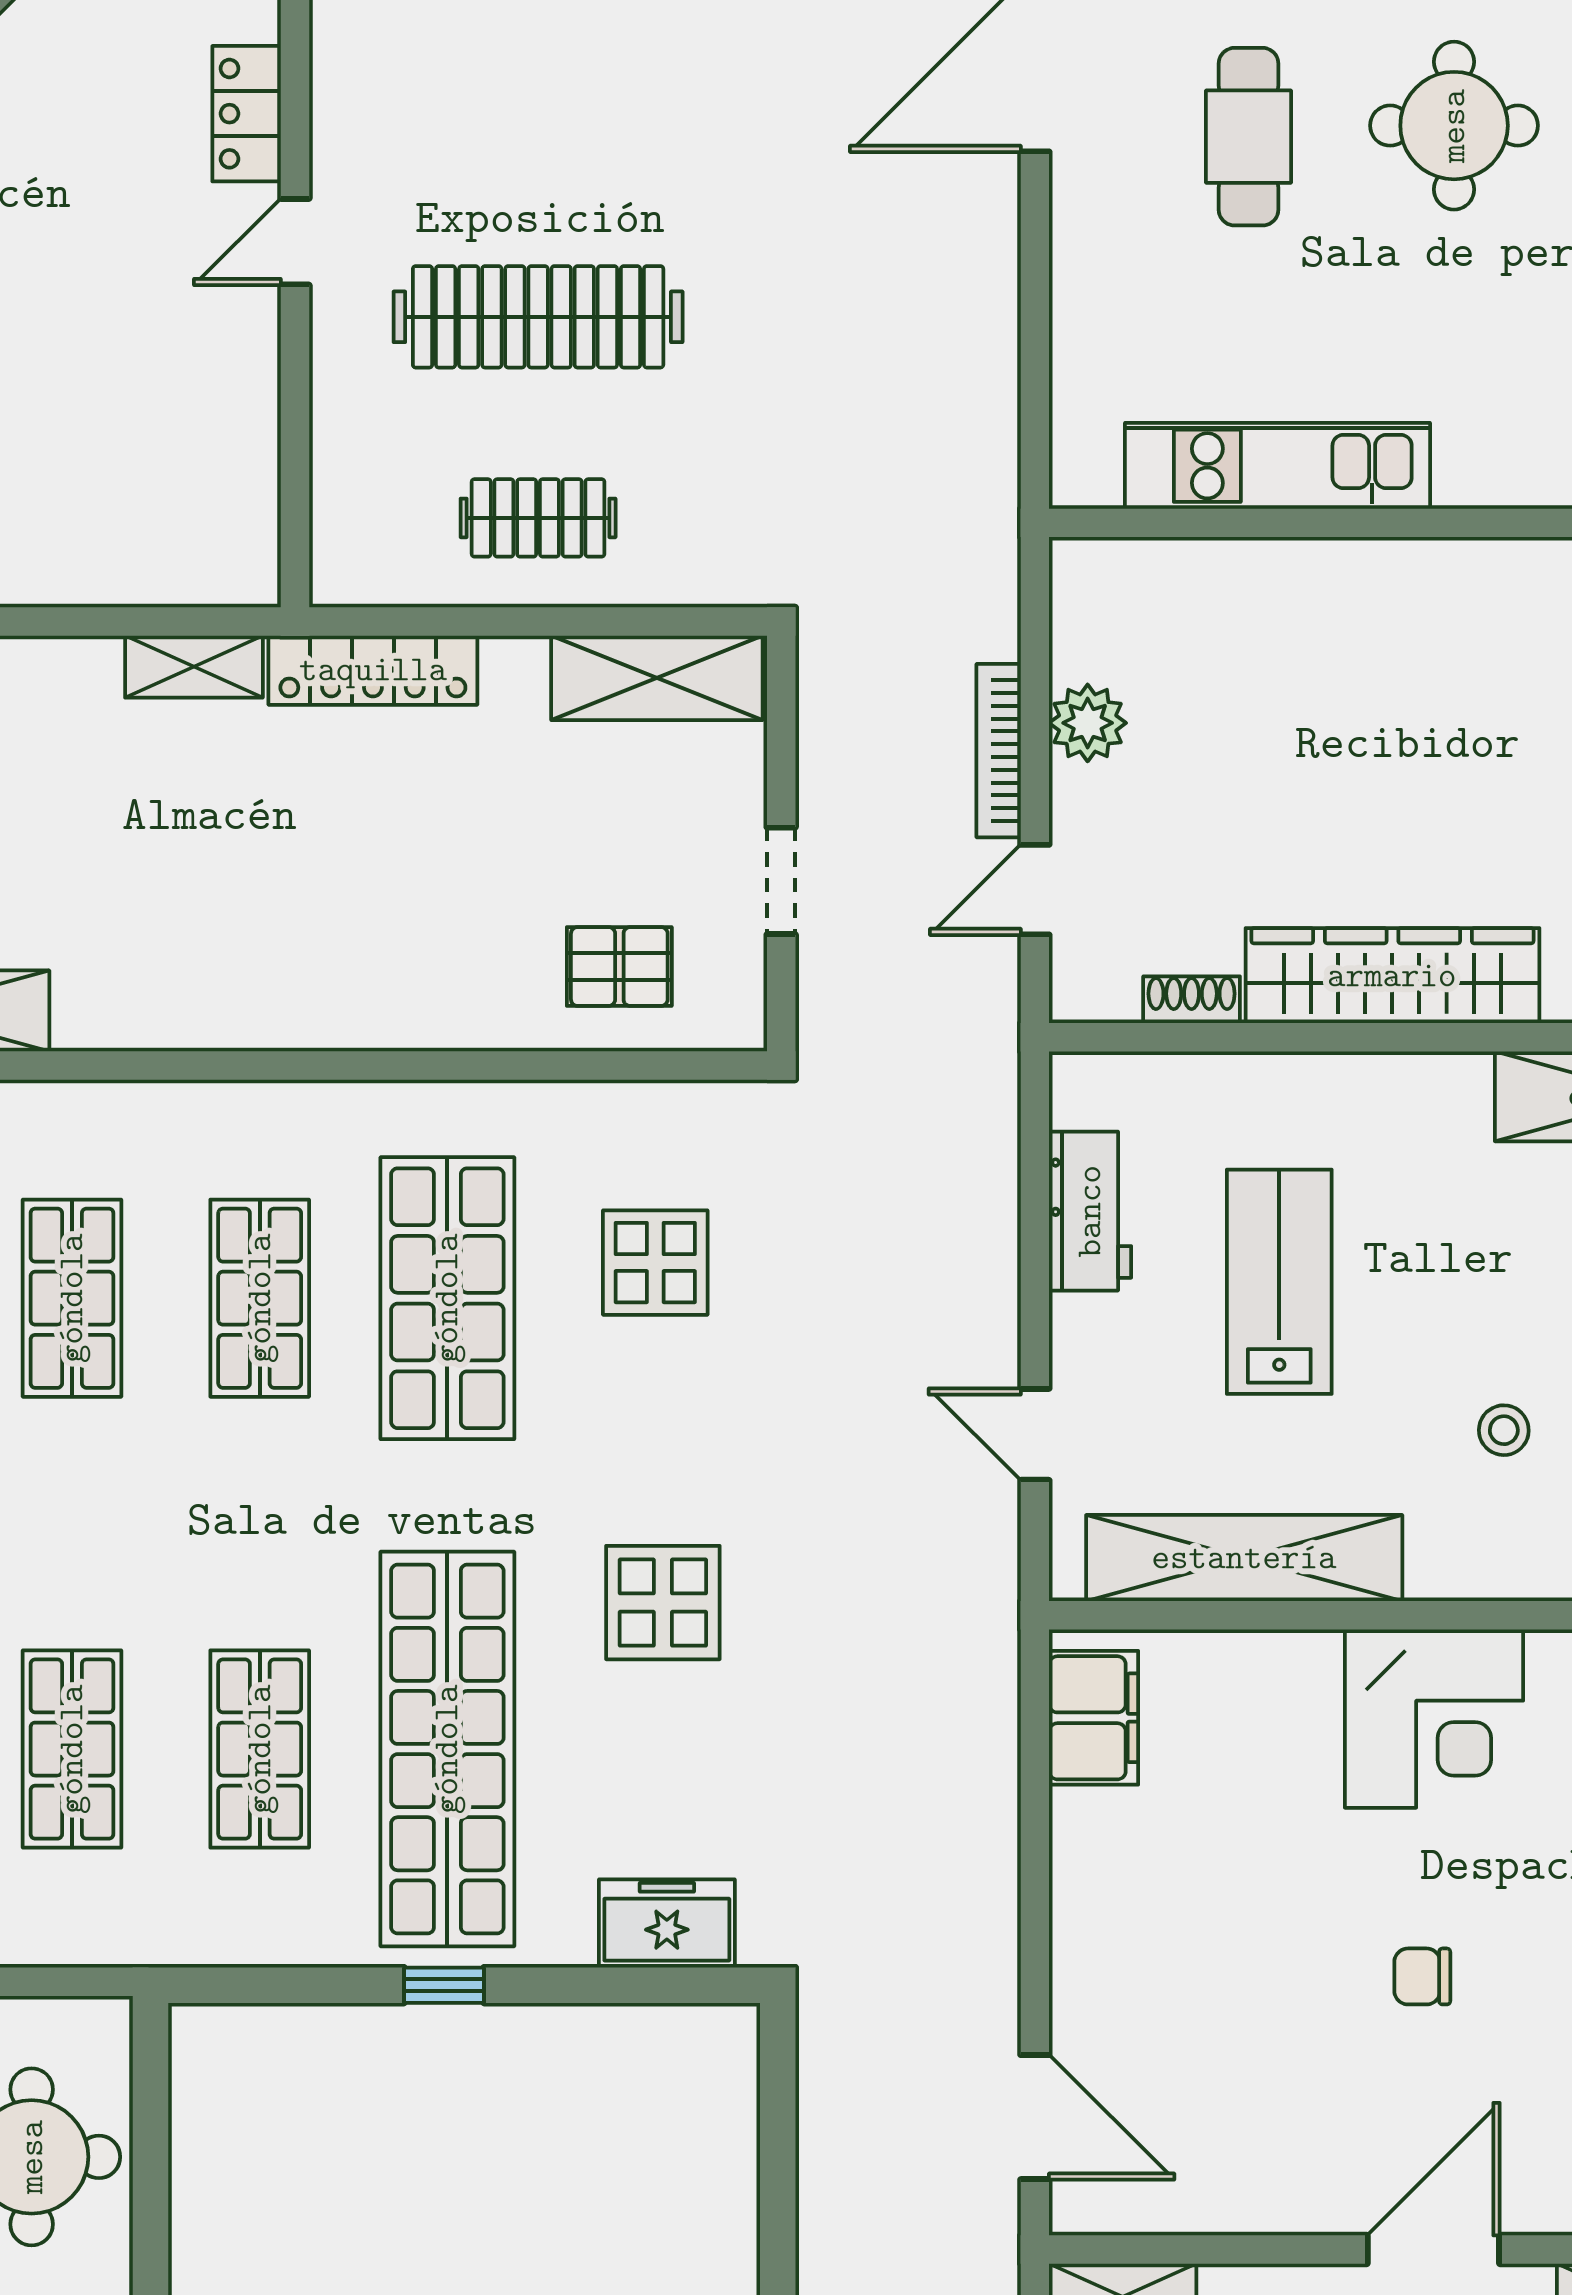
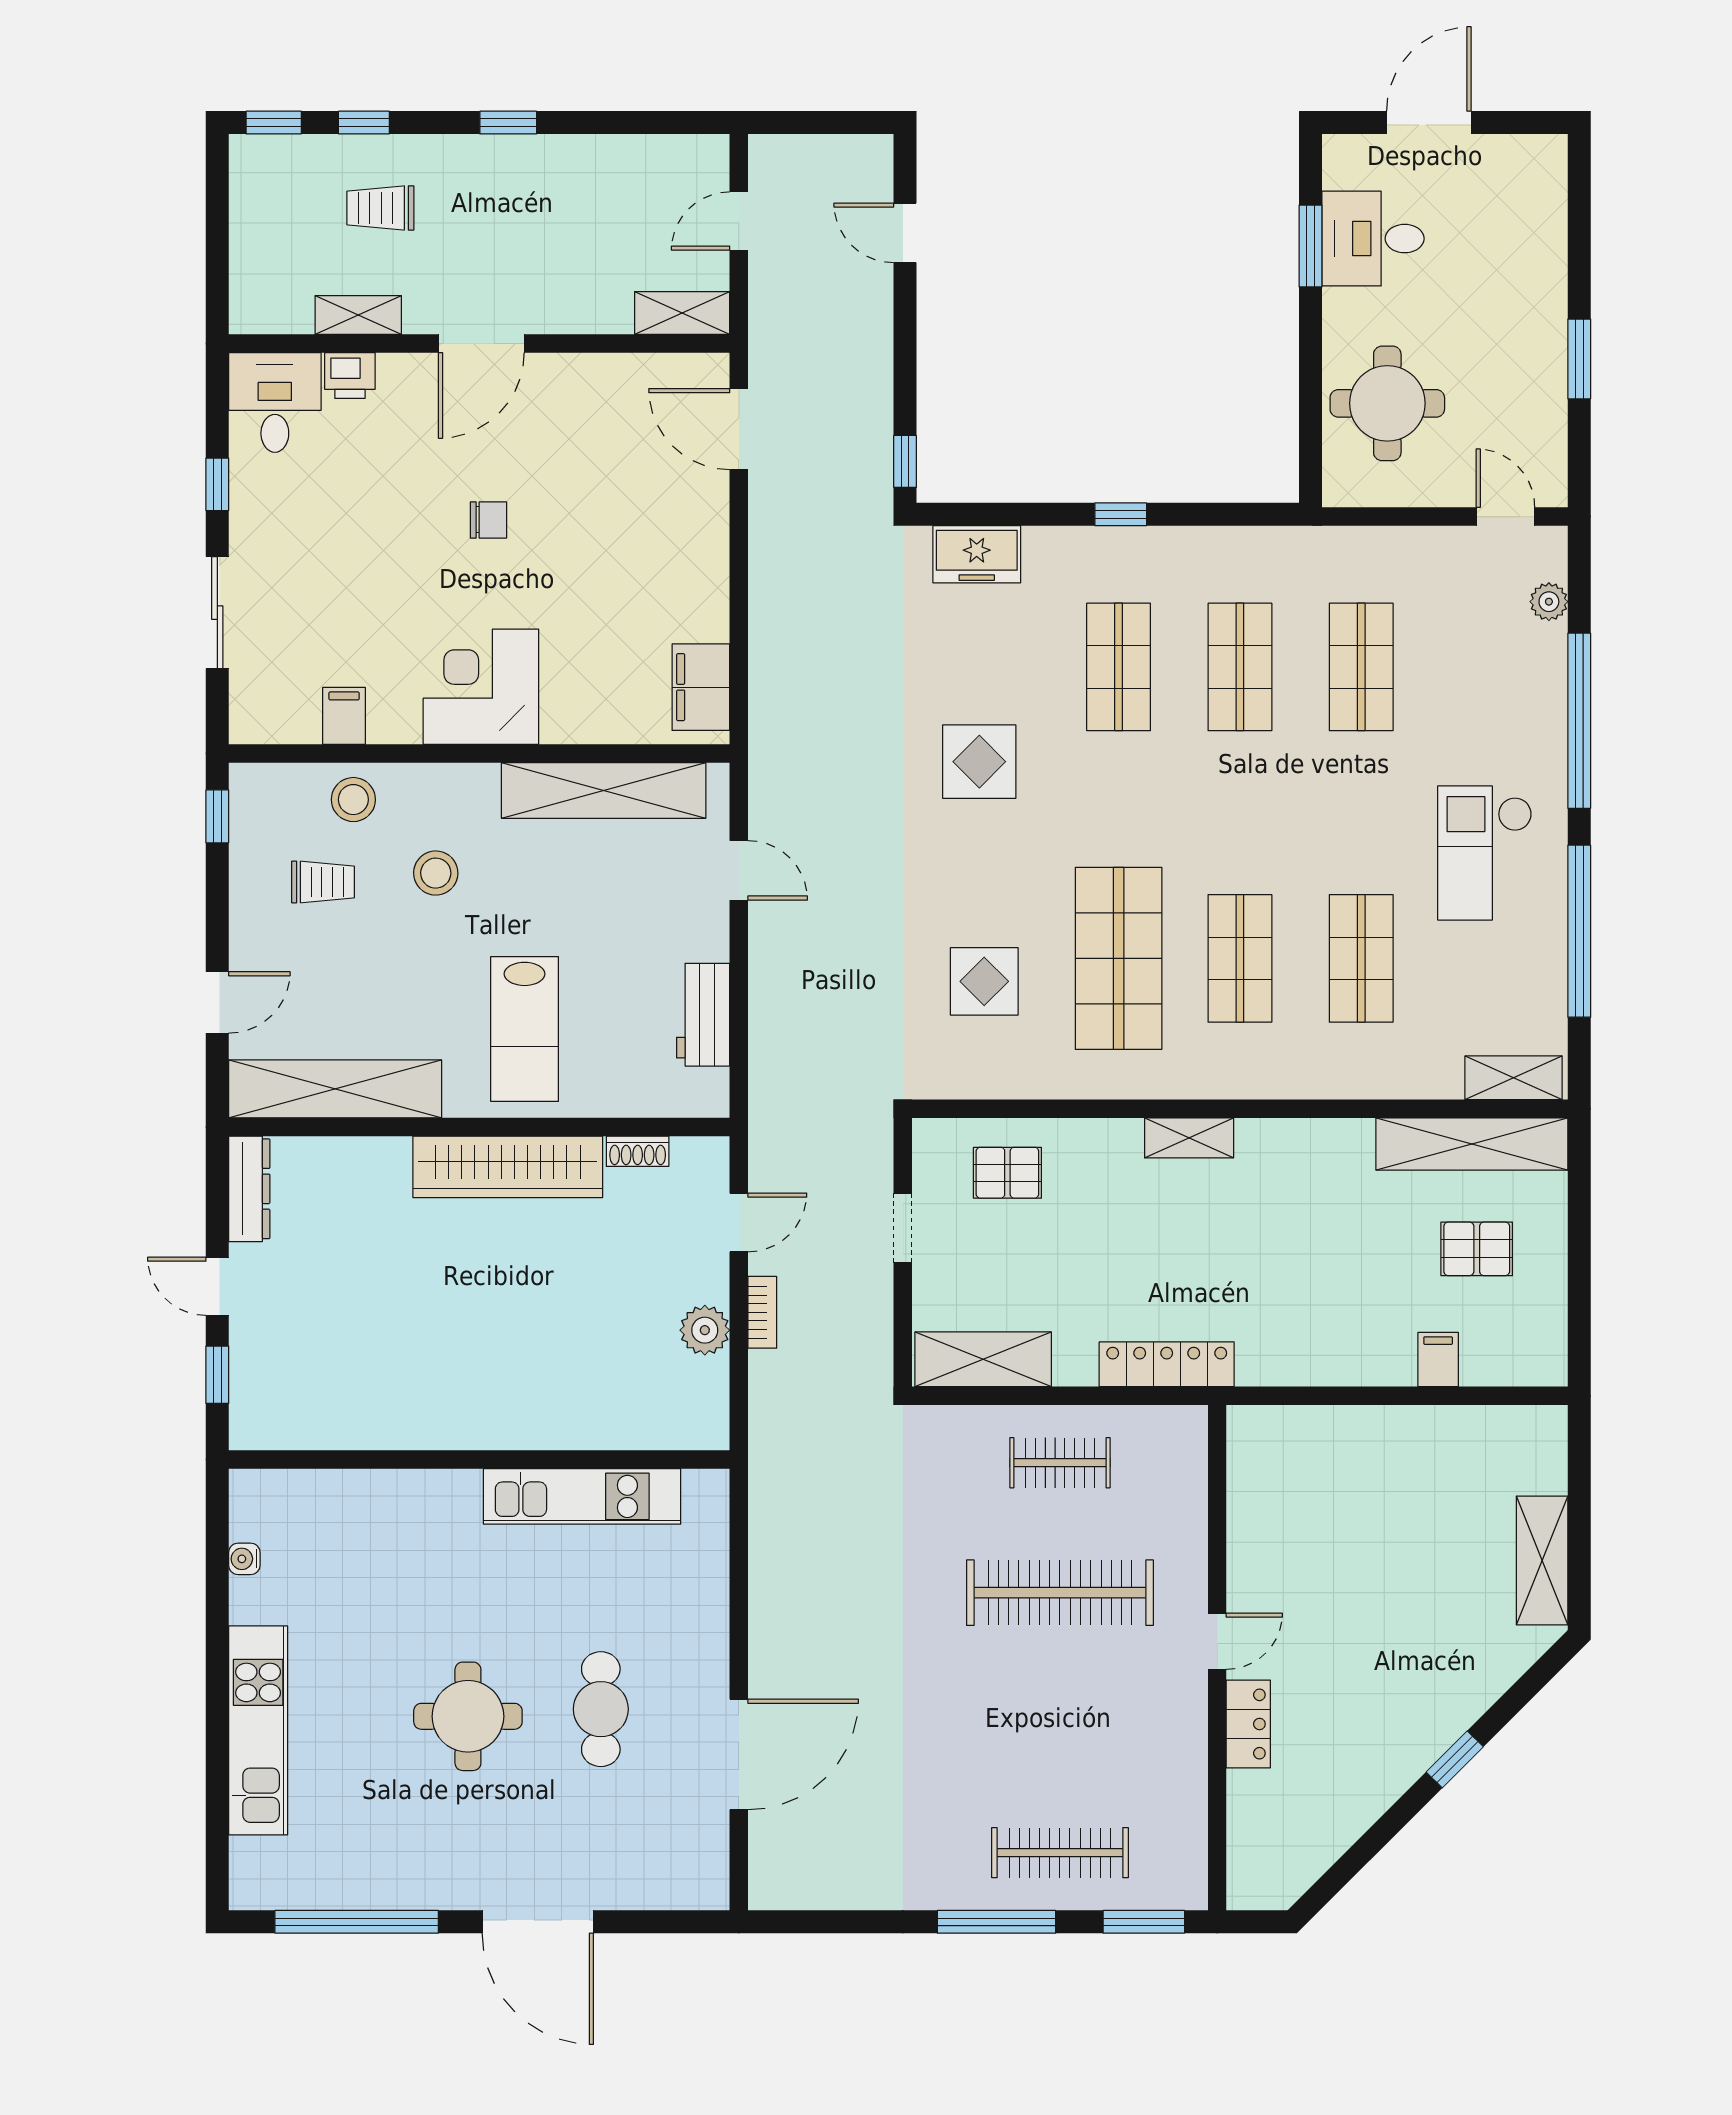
shelving: (194, 667) -> (1189, 1138), moved
bookcase: (999, 751) -> (762, 1312), width x0.64
lab bench: (1279, 1282) -> (525, 1029), moved
stool: (1504, 1430) -> (436, 873), width x1.37, depth x1.37
shop shelf: (447, 1749) -> (1119, 667), width x0.50, depth x0.74
window: (778, 2067) -> (905, 461), added

